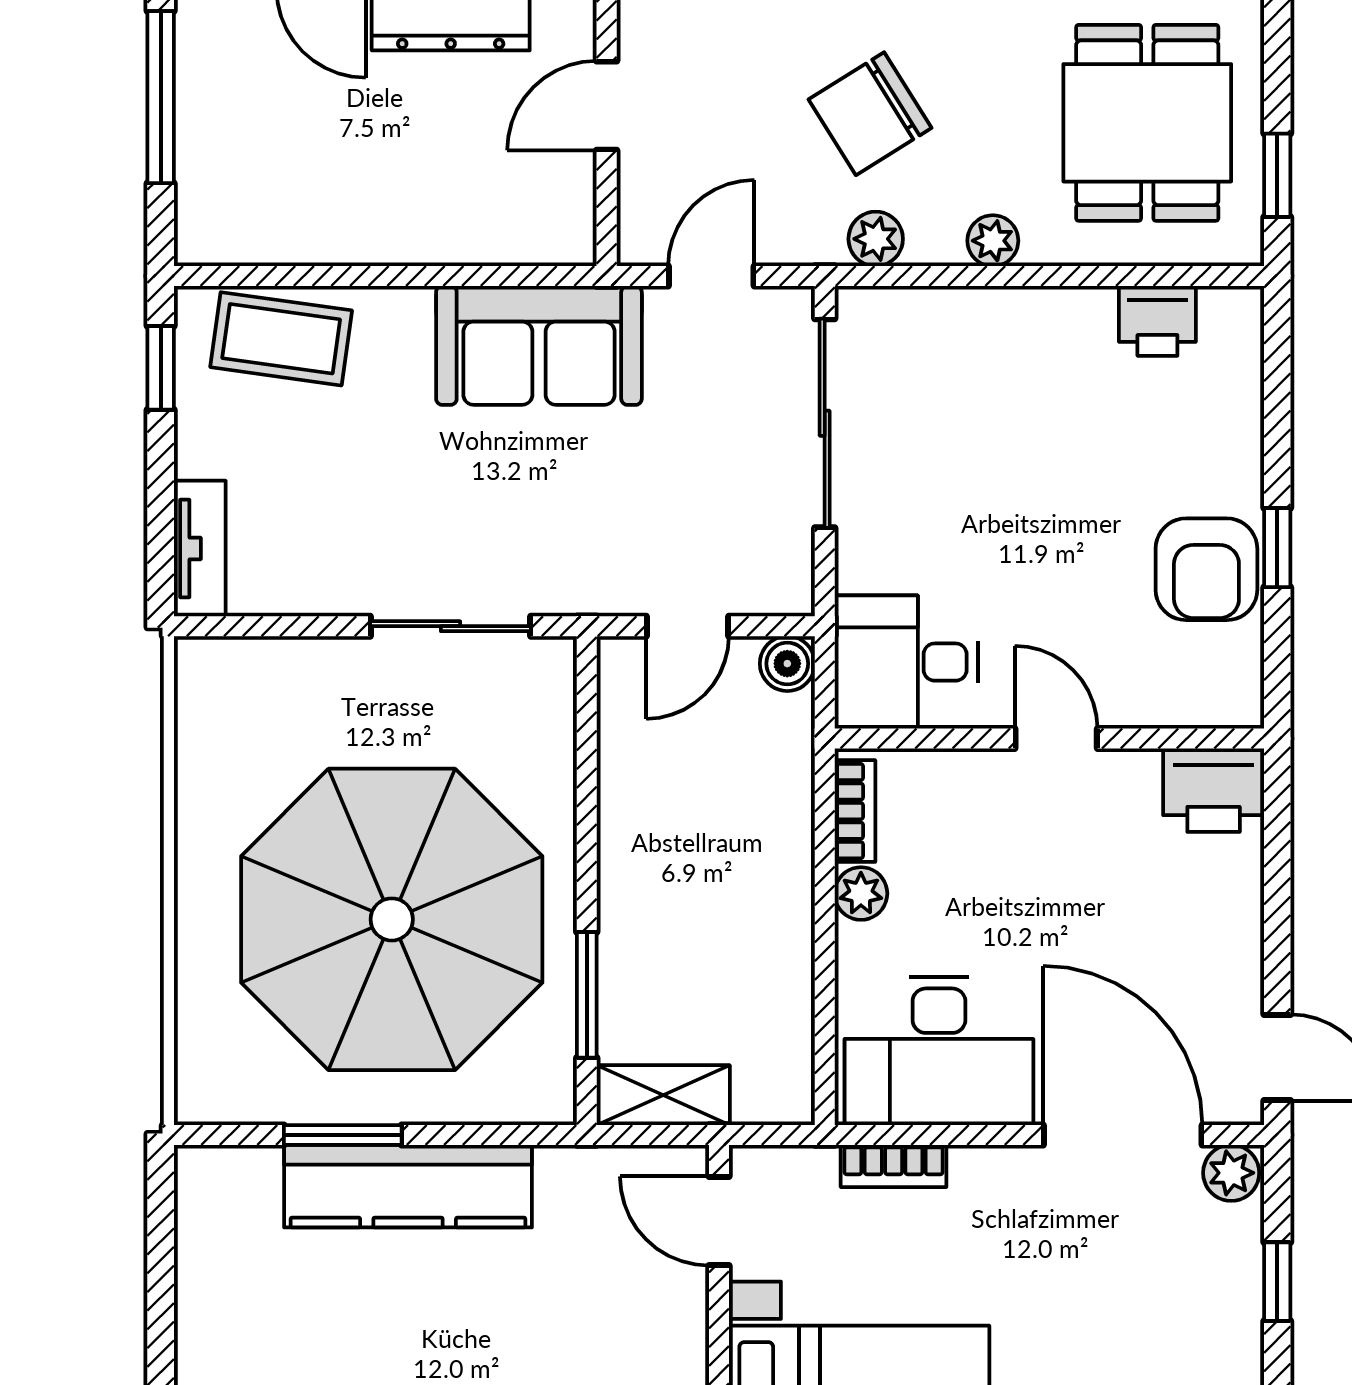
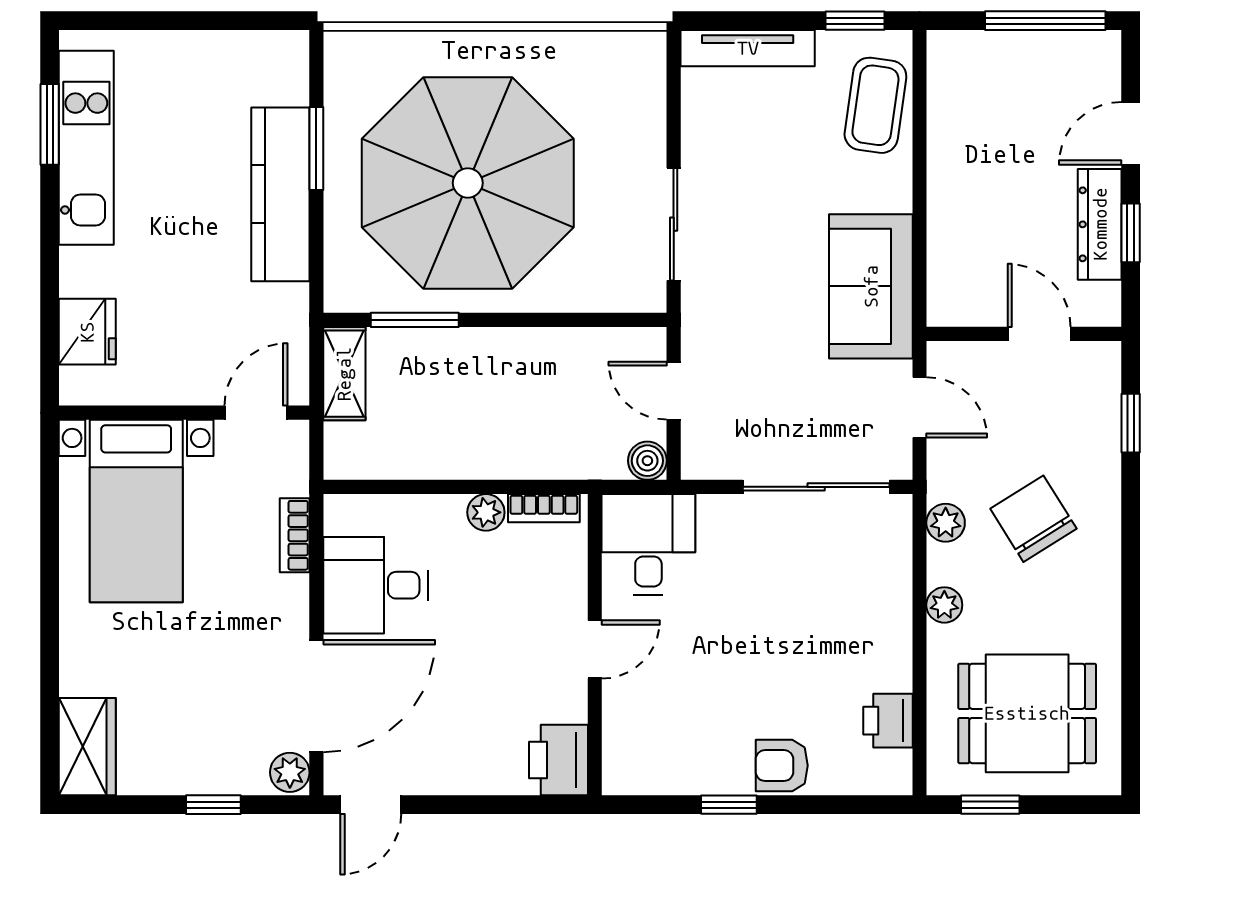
tv unit: (200, 549) -> (748, 48), width x1.41
armchair: (1206, 569) -> (782, 766), moved, width x0.72, depth x0.72
desk: (939, 1051) -> (376, 585), width x0.73

